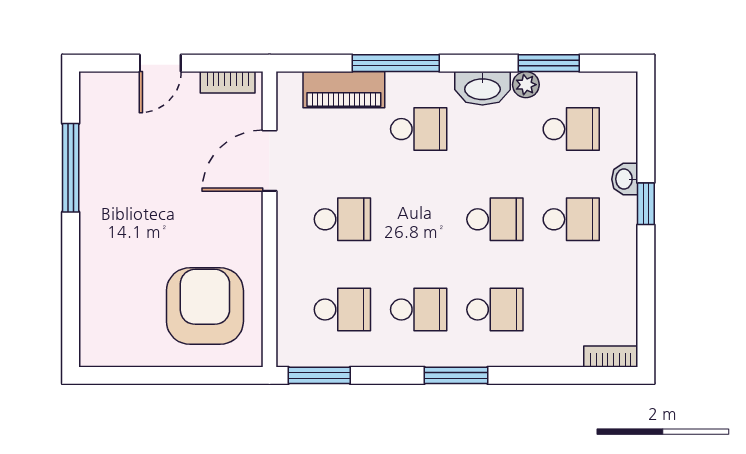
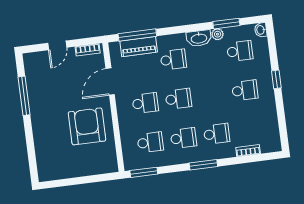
window: (396, 63) -> (137, 35), moved
washbasin: (625, 179) -> (261, 30), moved
school desk: (495, 219) -> (178, 99), moved
armchair: (205, 306) -> (87, 126), moved
bookcase: (611, 356) -> (248, 151), moved

